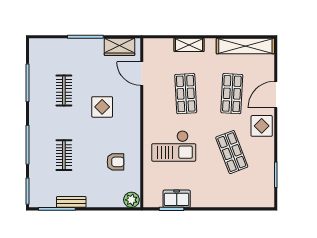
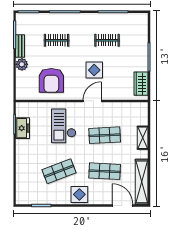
door: (142, 74) -> (92, 101), moved
door: (276, 95) -> (123, 206), moved
armchair: (115, 162) -> (51, 80), width x1.88, depth x1.88
plant: (131, 200) -> (22, 64), moved

